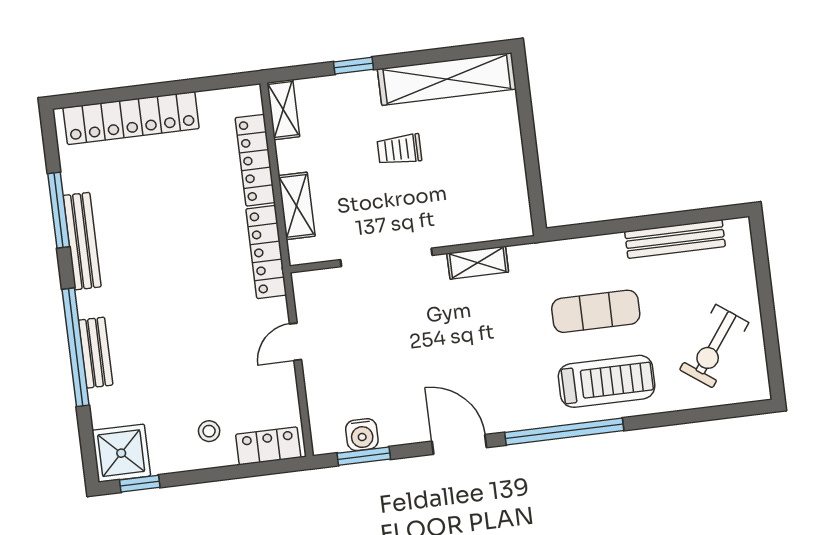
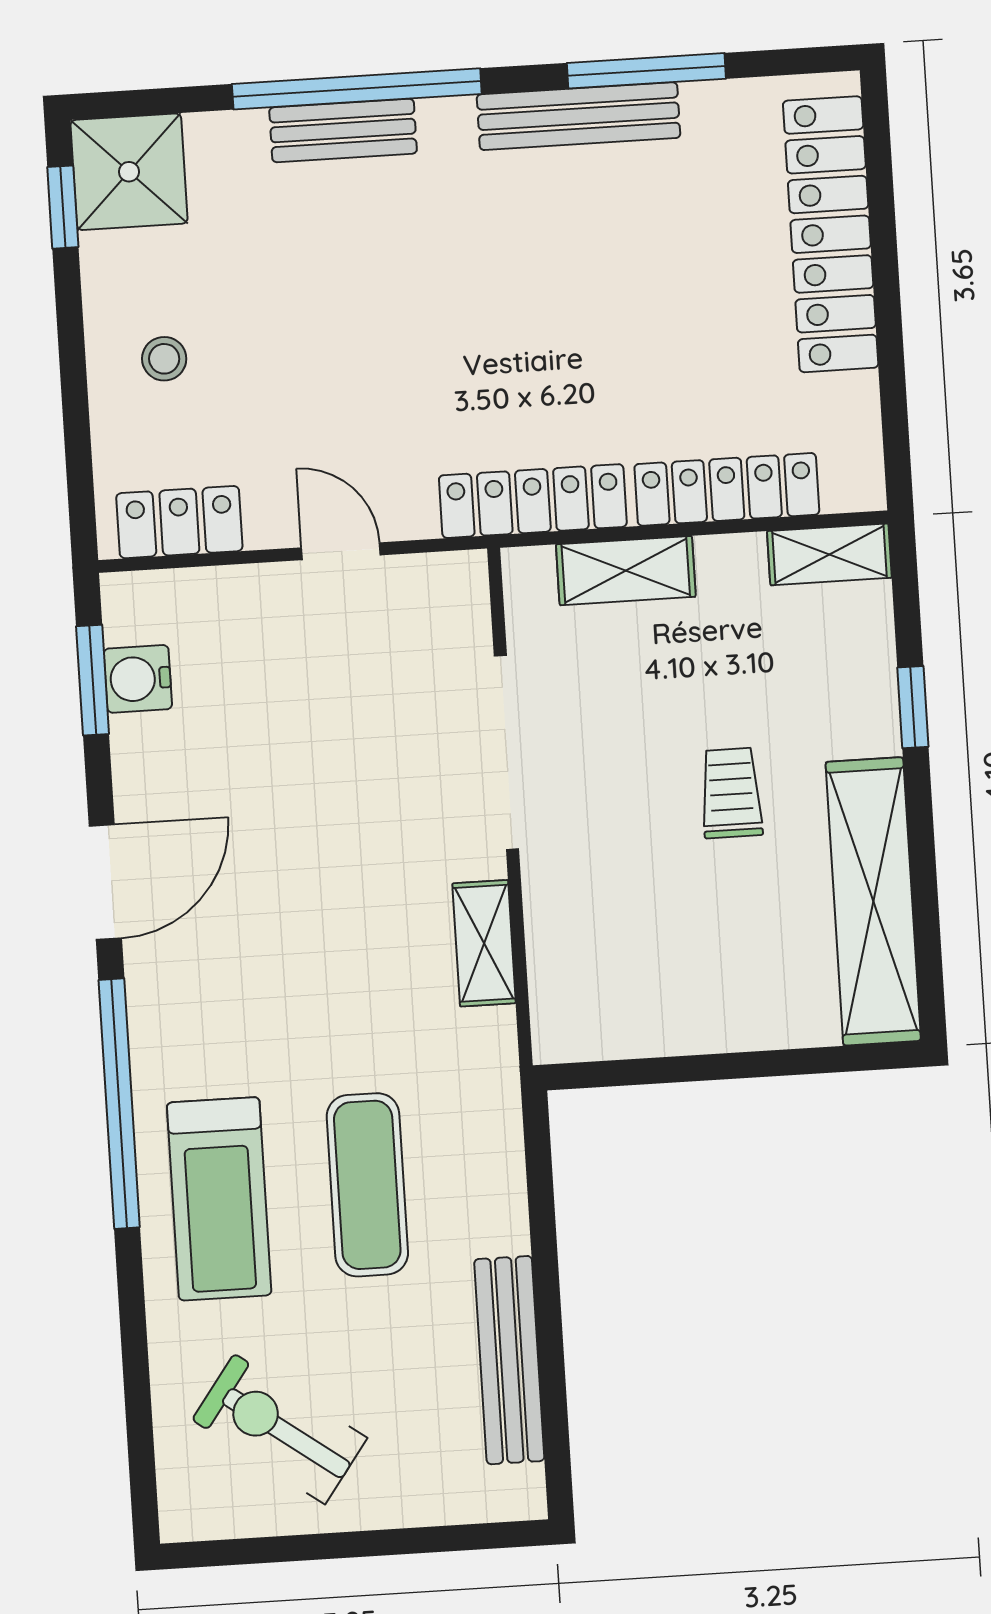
locker: (268, 446) -> (179, 522), moved, turned -90

